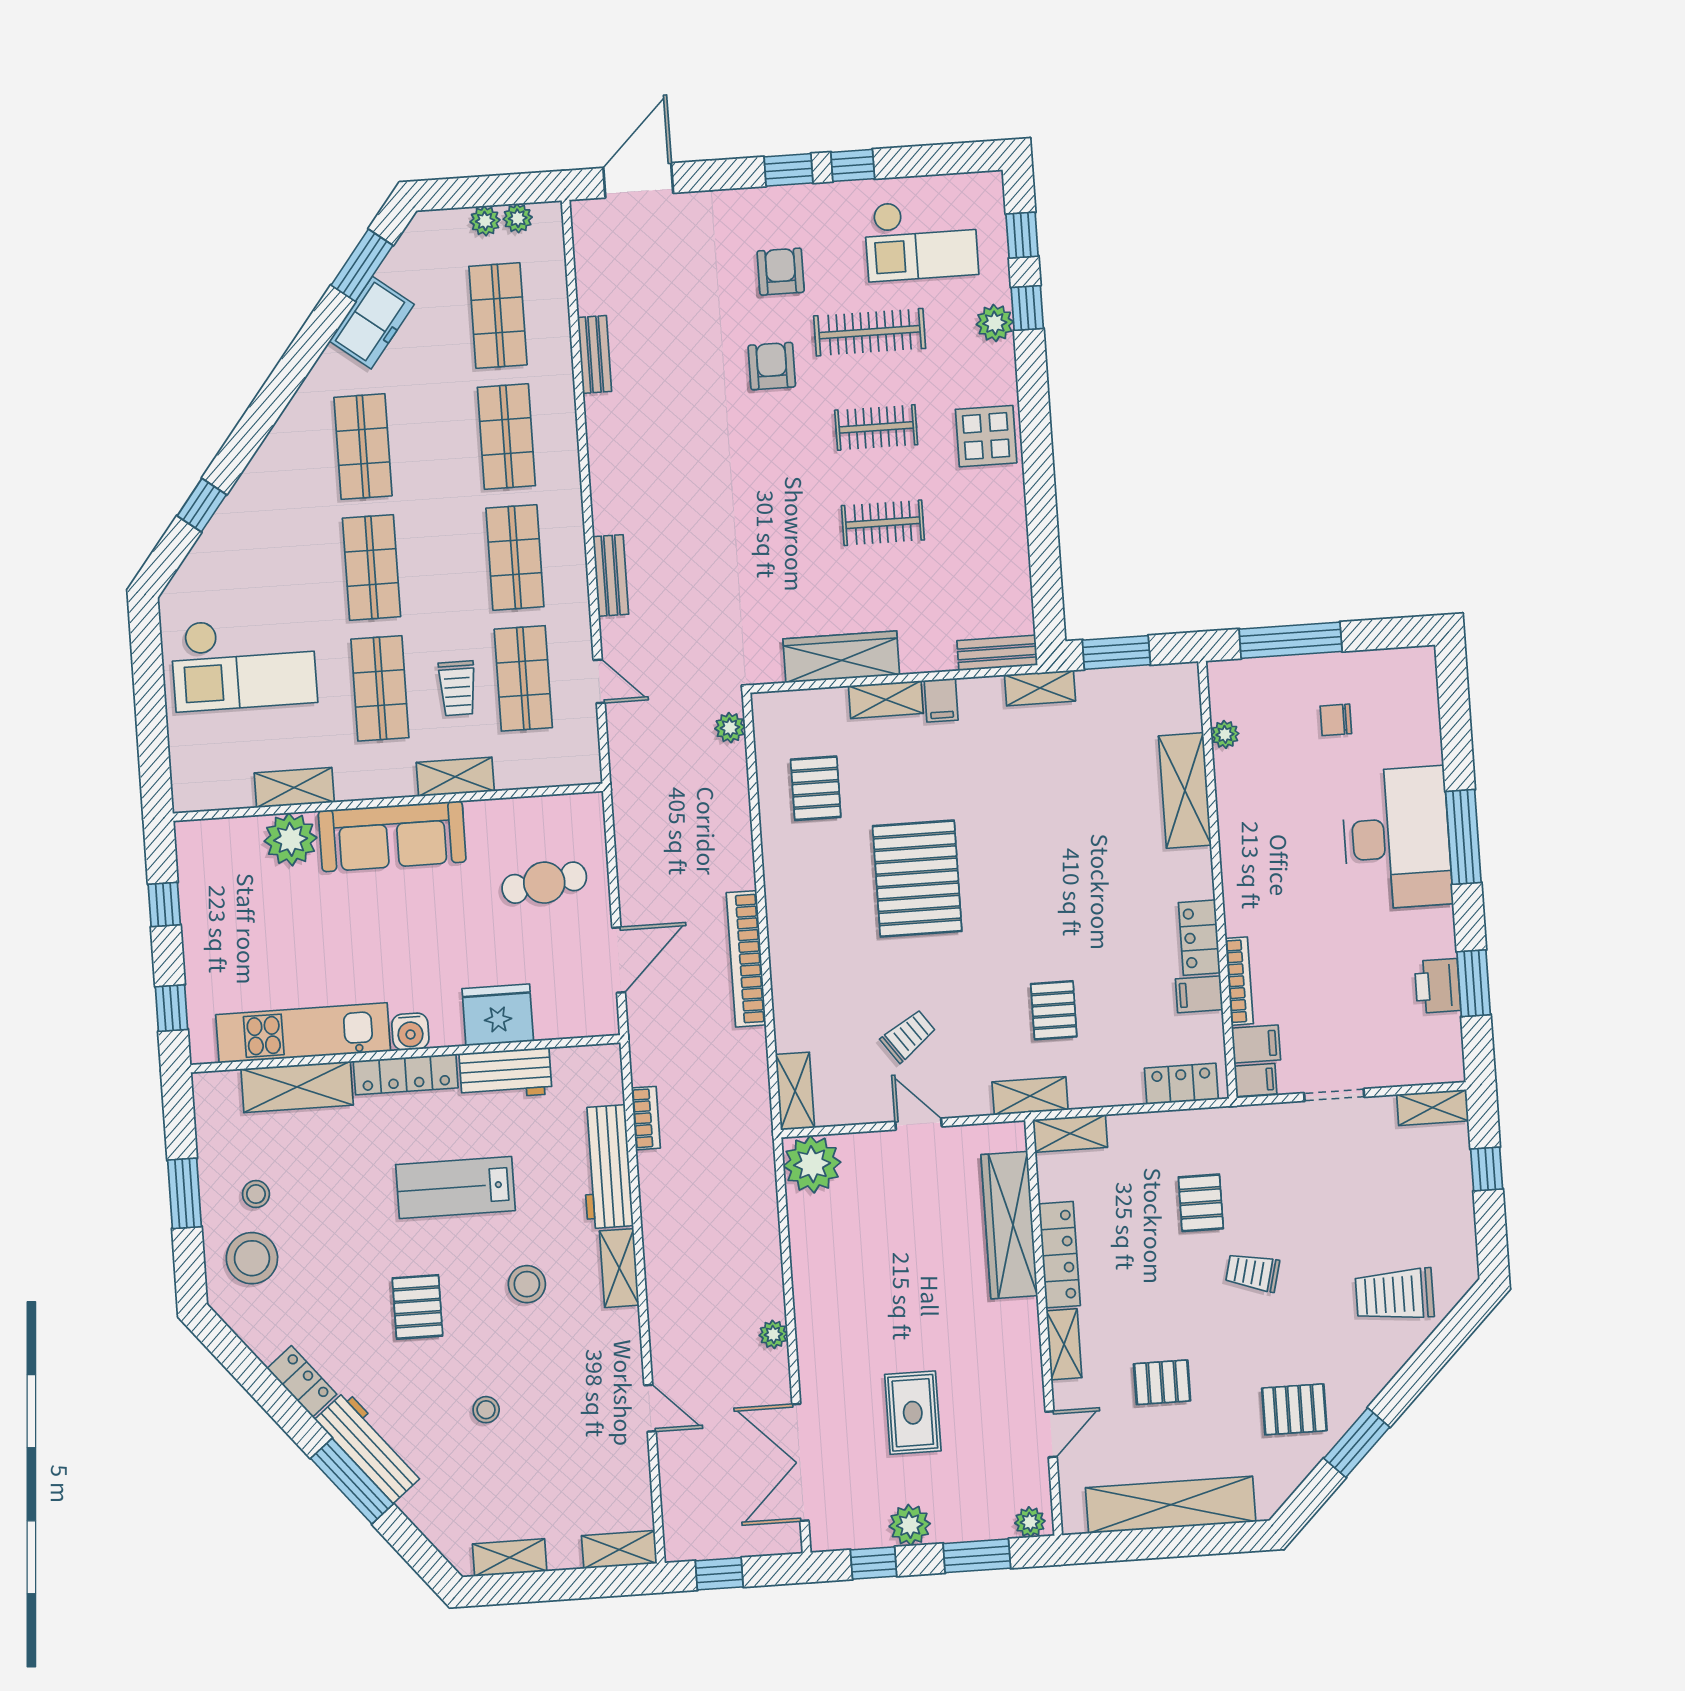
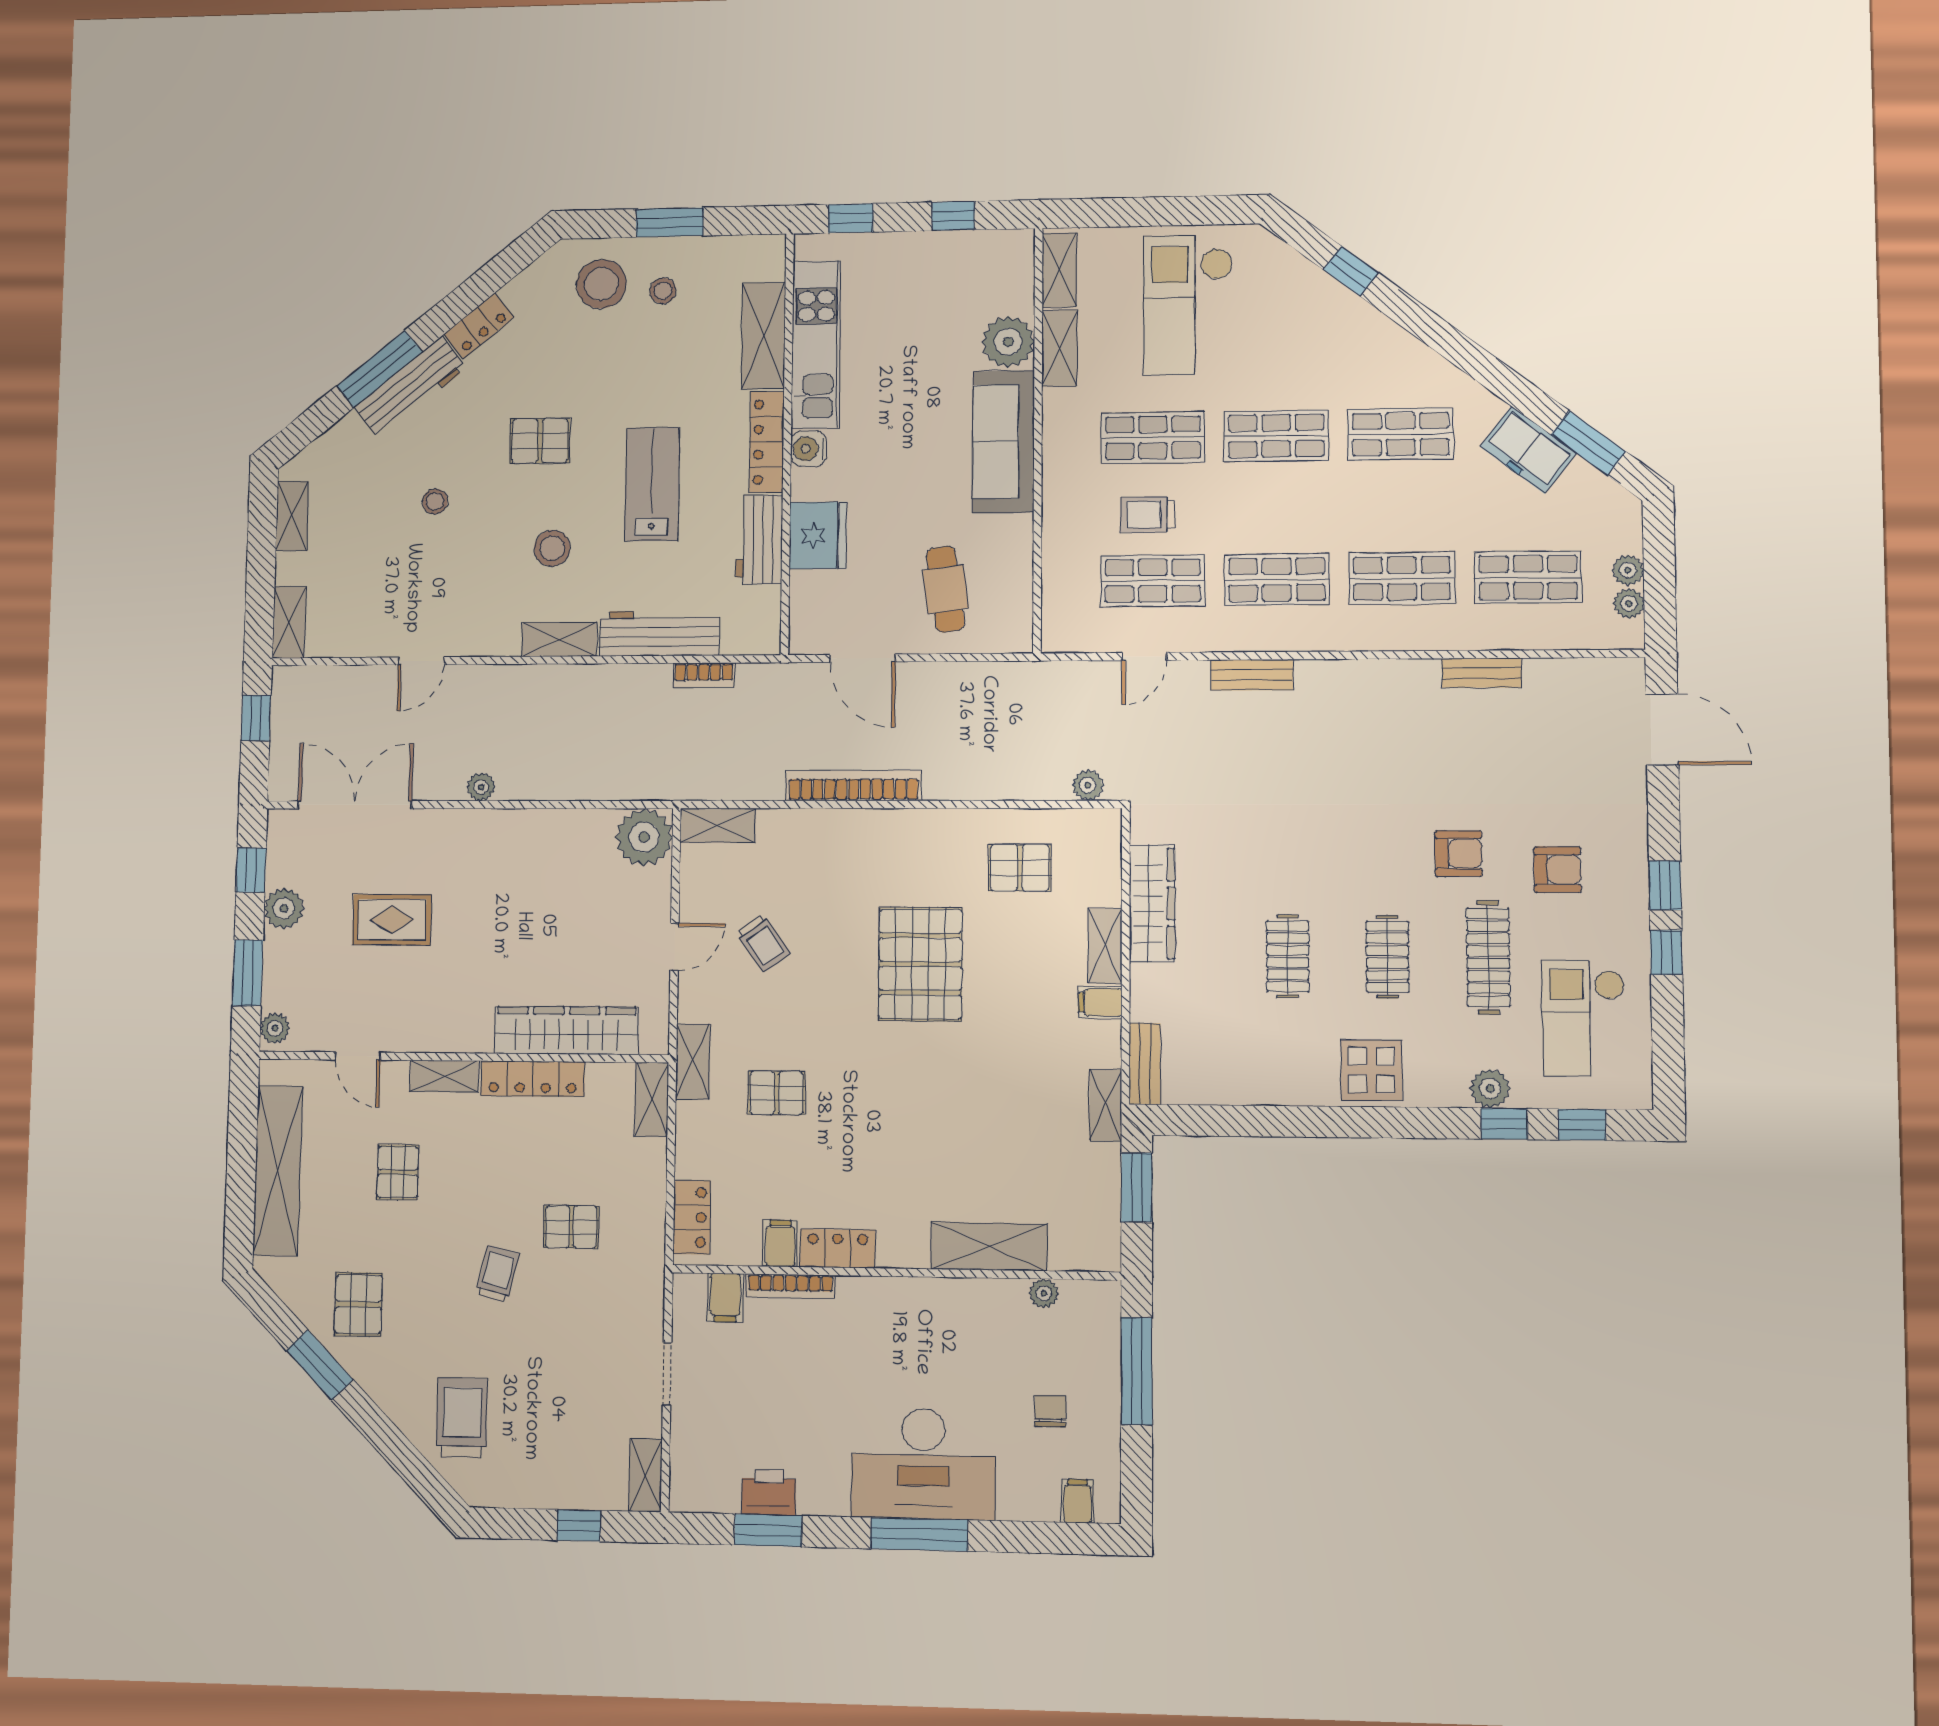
shelving: (455, 777) -> (1059, 270), moved
pallet: (917, 879) -> (920, 964), turned 90
filing cabinet: (1255, 1080) -> (1078, 1501), moved, turned 180

